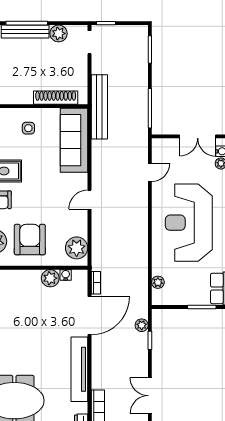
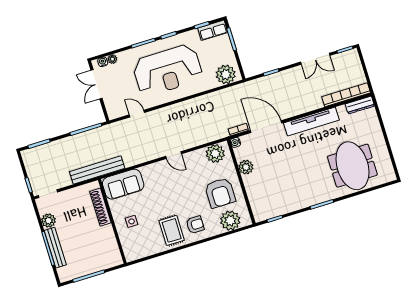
double door: (198, 136) -> (97, 84), swing flipped
sofa: (74, 140) -> (123, 184), width x0.73
armchair: (30, 240) -> (220, 193), turned -90
water cooler: (66, 275) -> (235, 142), moved
plant: (158, 282) -> (226, 74), width x1.88, depth x1.88
plant: (142, 325) -> (261, 83), removed

